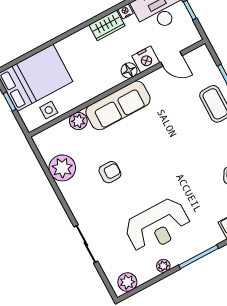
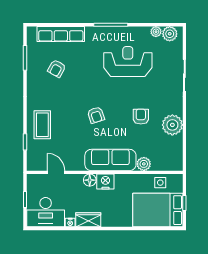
nightstand: (146, 59) -> (105, 182), moved
armchair: (161, 147) -> (96, 115), added
plant: (62, 168) -> (172, 125), moved
armchair: (110, 172) -> (141, 117), turned 90
plant: (163, 266) -> (156, 32), moved

